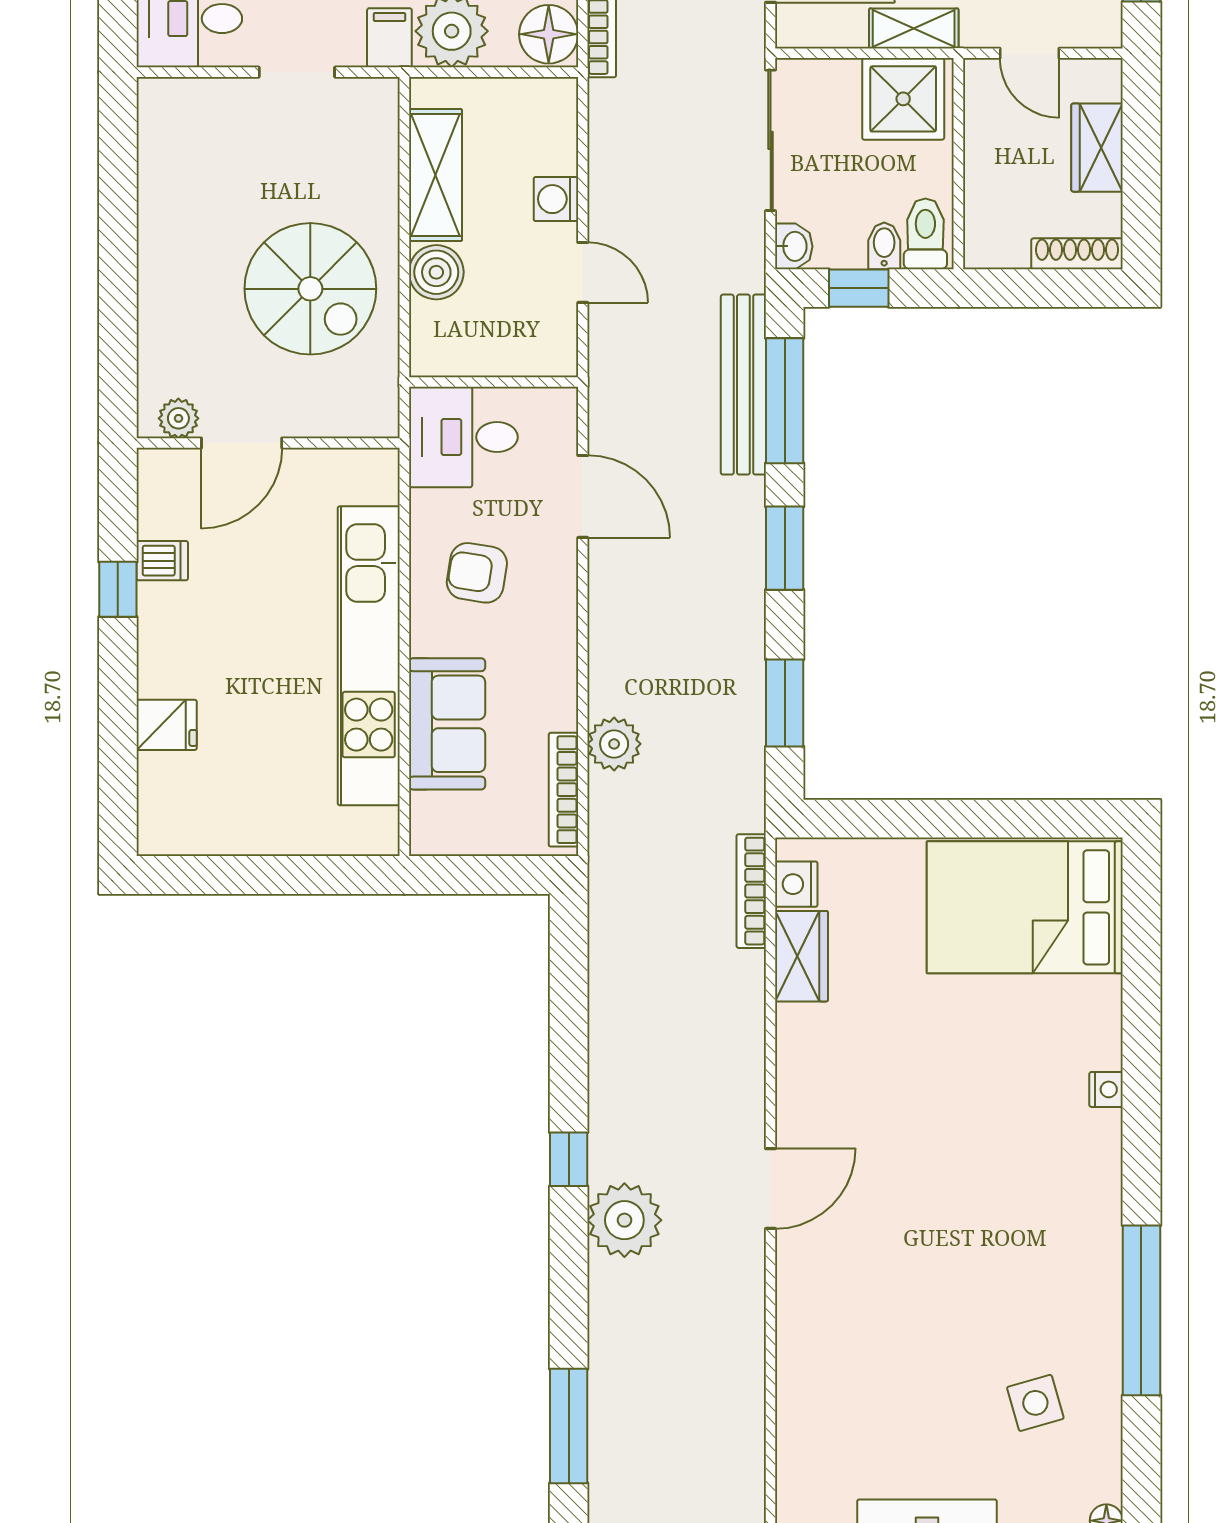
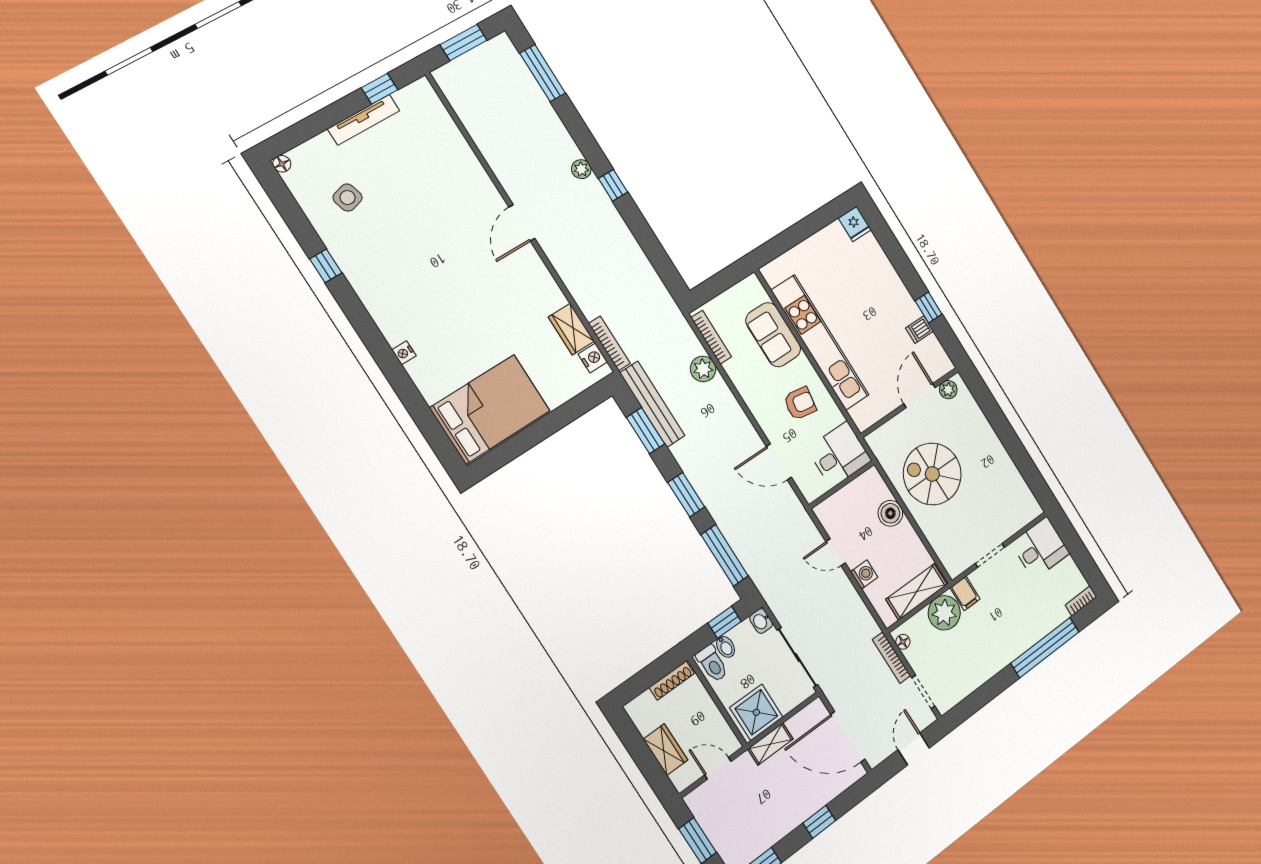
floor lamp: (549, 34) -> (903, 642), width x0.53, depth x0.53
shelving: (435, 175) -> (916, 592), moved, turned 90
shoe rack: (1077, 254) -> (672, 681), moved
bench: (743, 385) -> (652, 404), moved
fridge: (167, 725) -> (855, 224), moved, turned -90
plant: (624, 1220) -> (581, 169), width x0.53, depth x0.53
window: (1141, 1310) -> (326, 266), width x0.32

